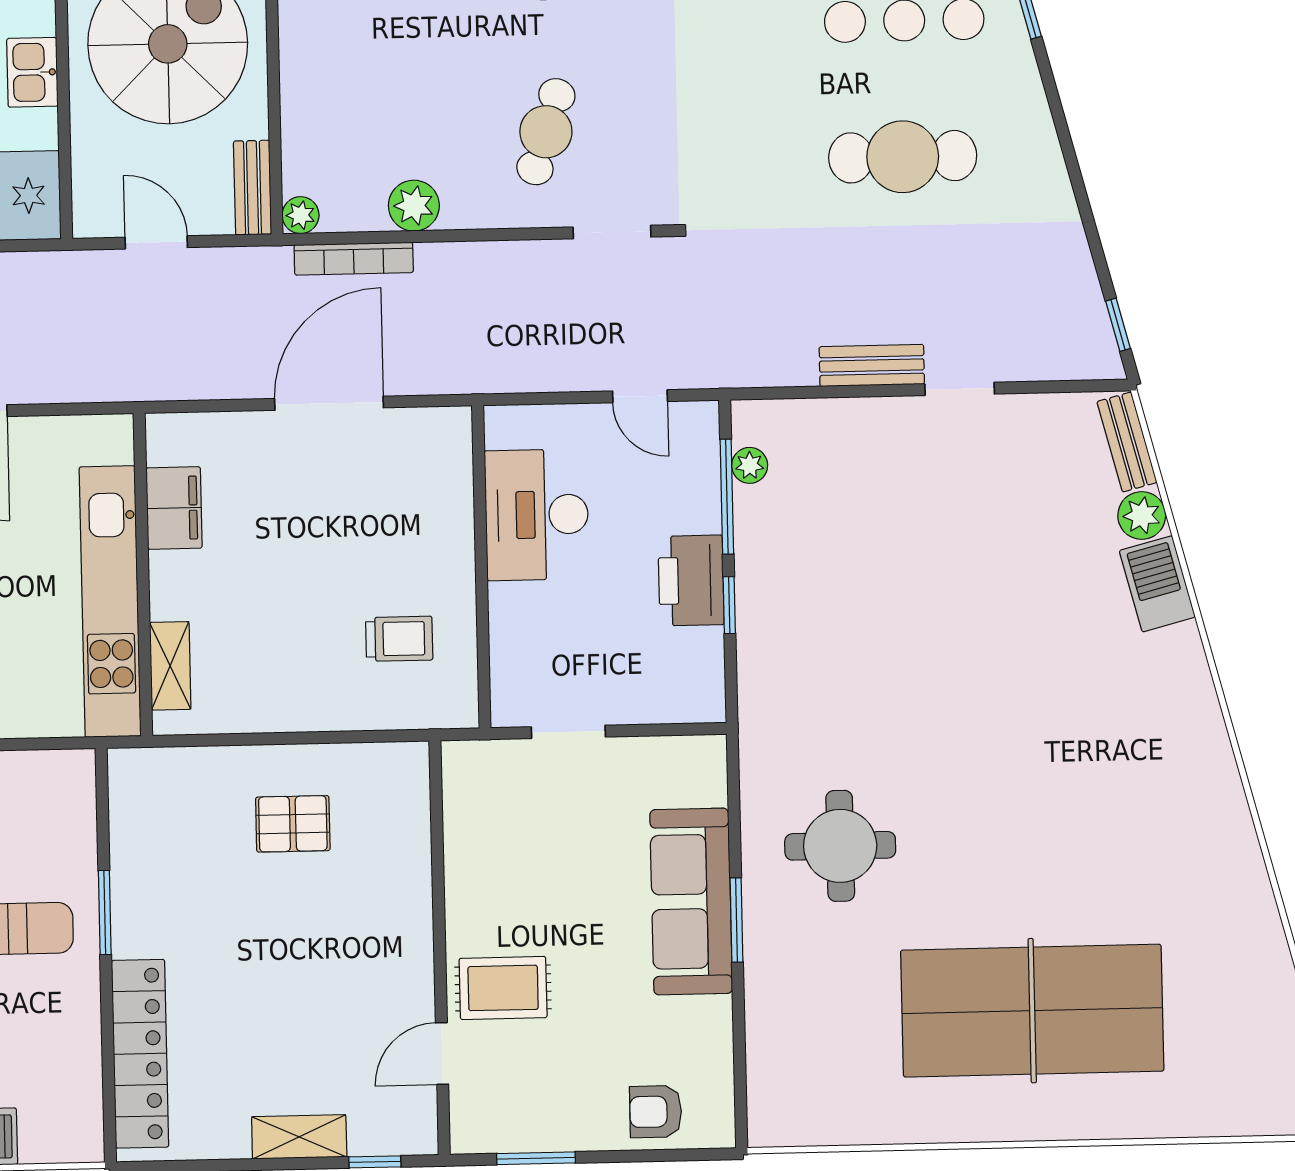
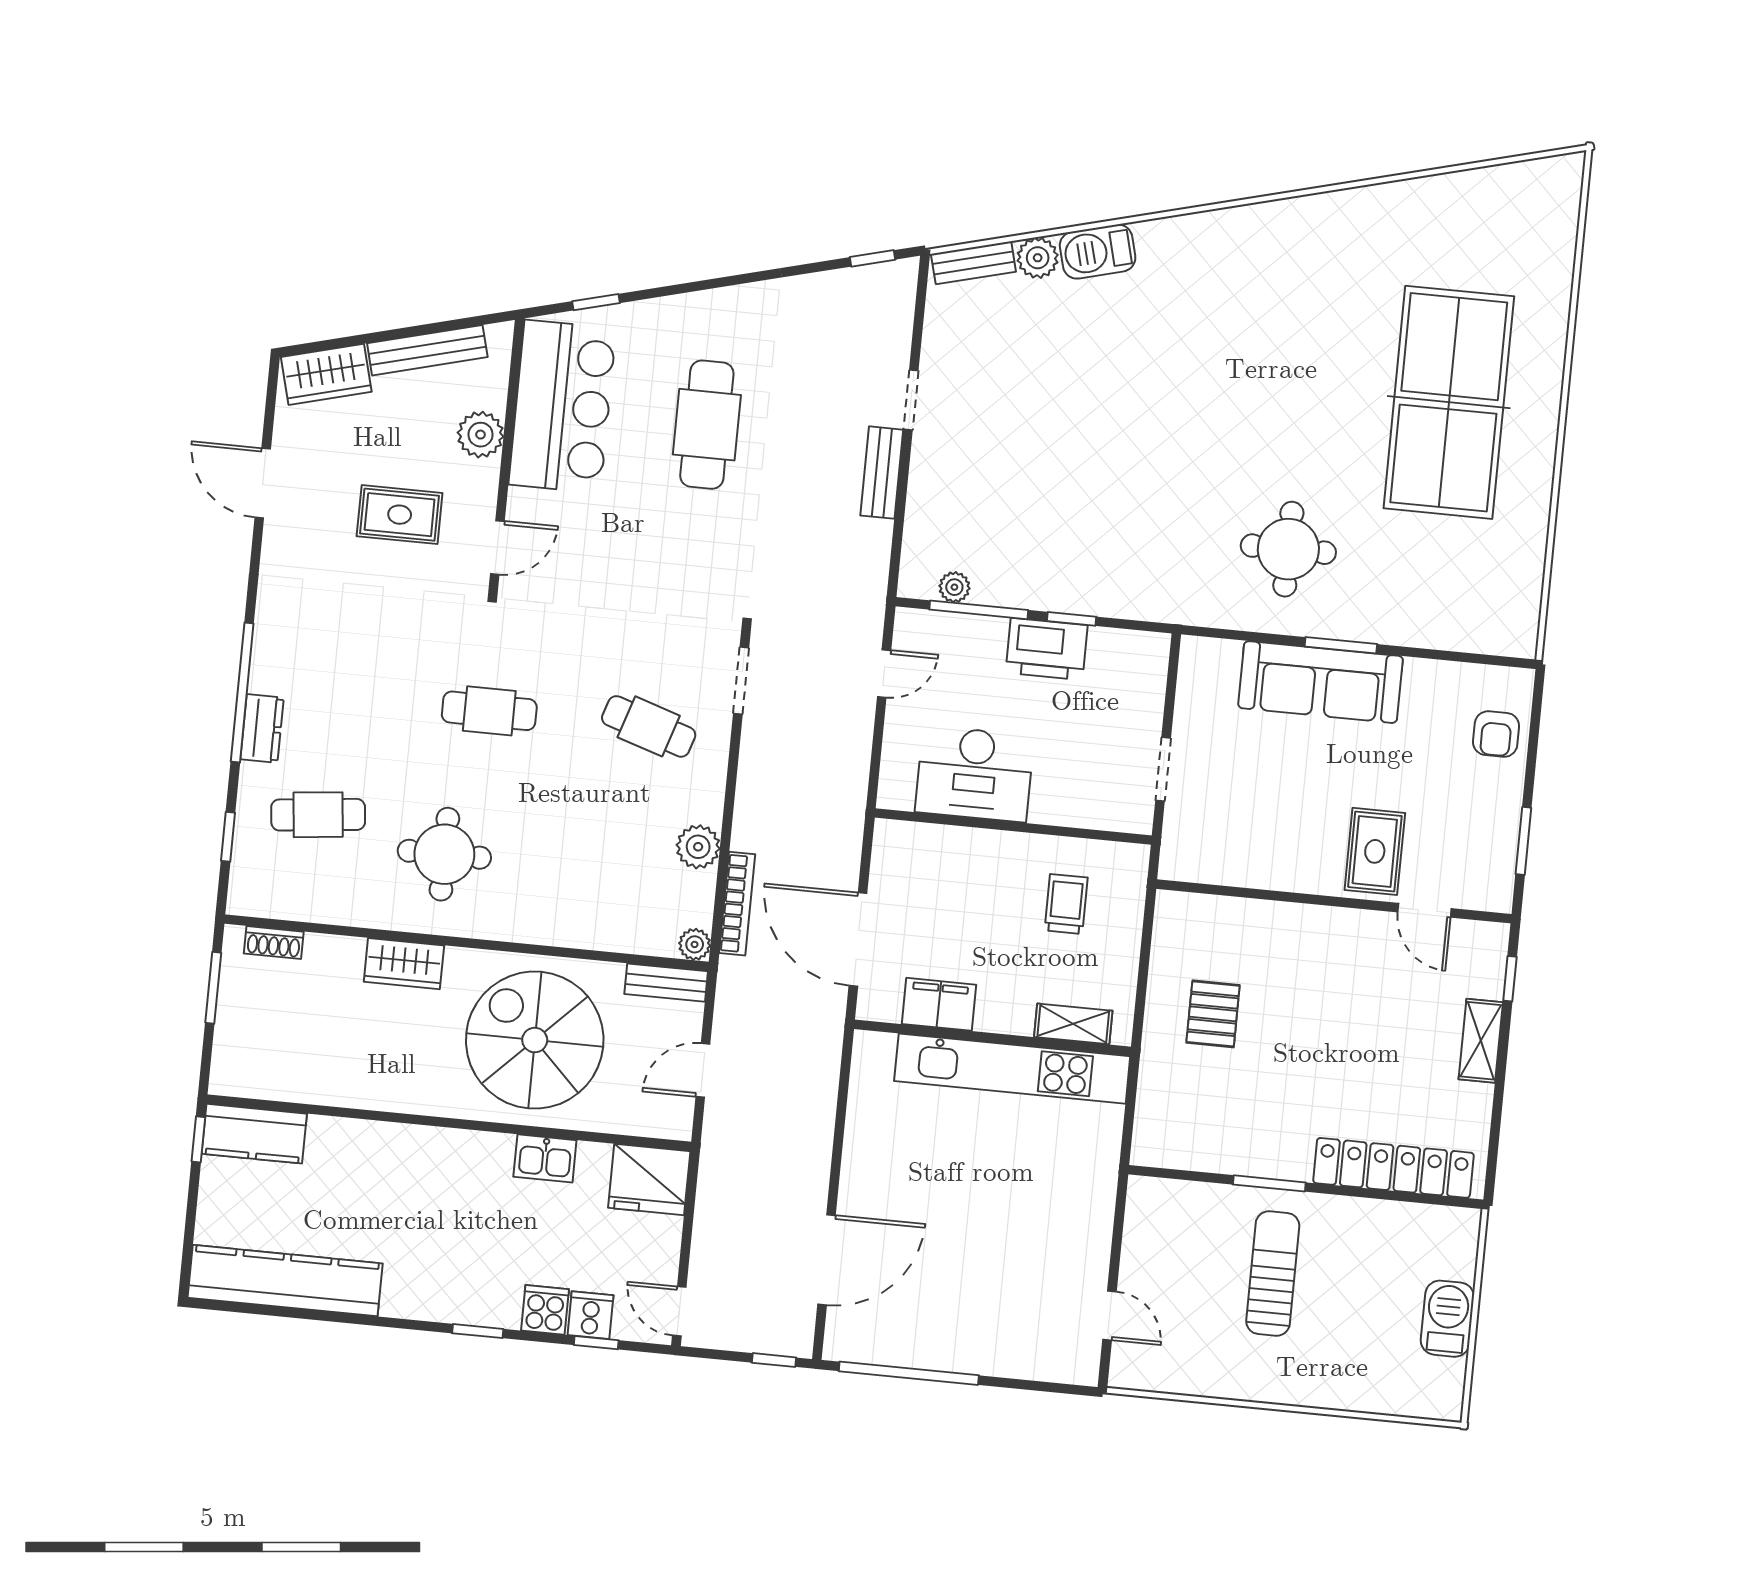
filing cabinet: (174, 508) -> (939, 1004), moved
wall: (143, 575) -> (993, 1038), moved
kitchen unit: (110, 602) -> (1012, 1069), moved
shelving: (170, 666) -> (1073, 1024), moved

